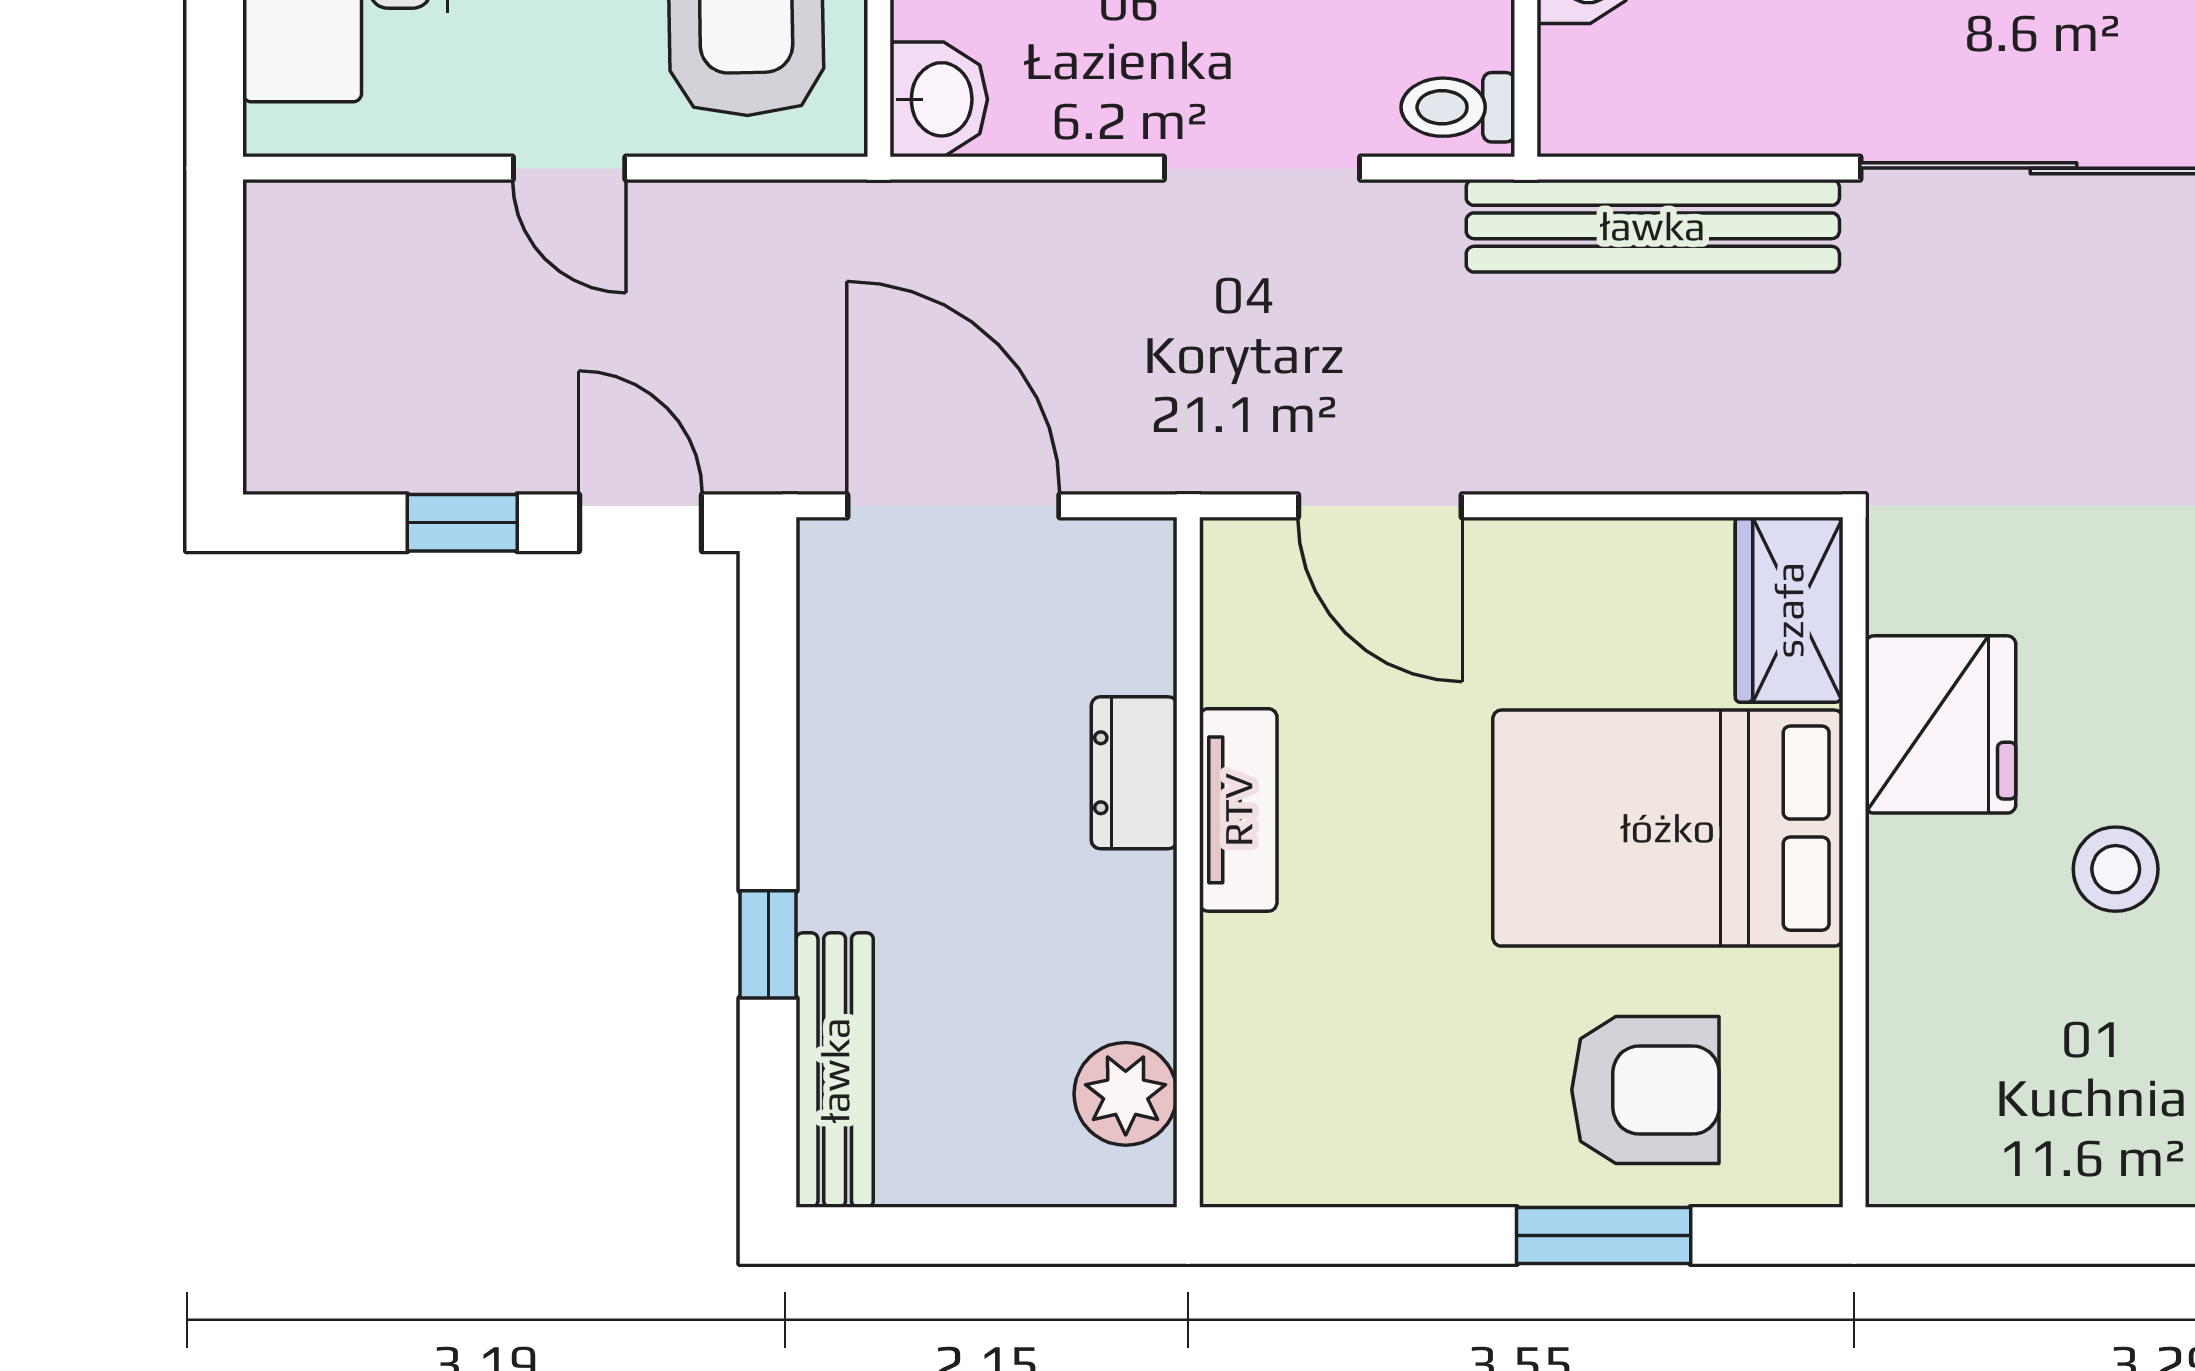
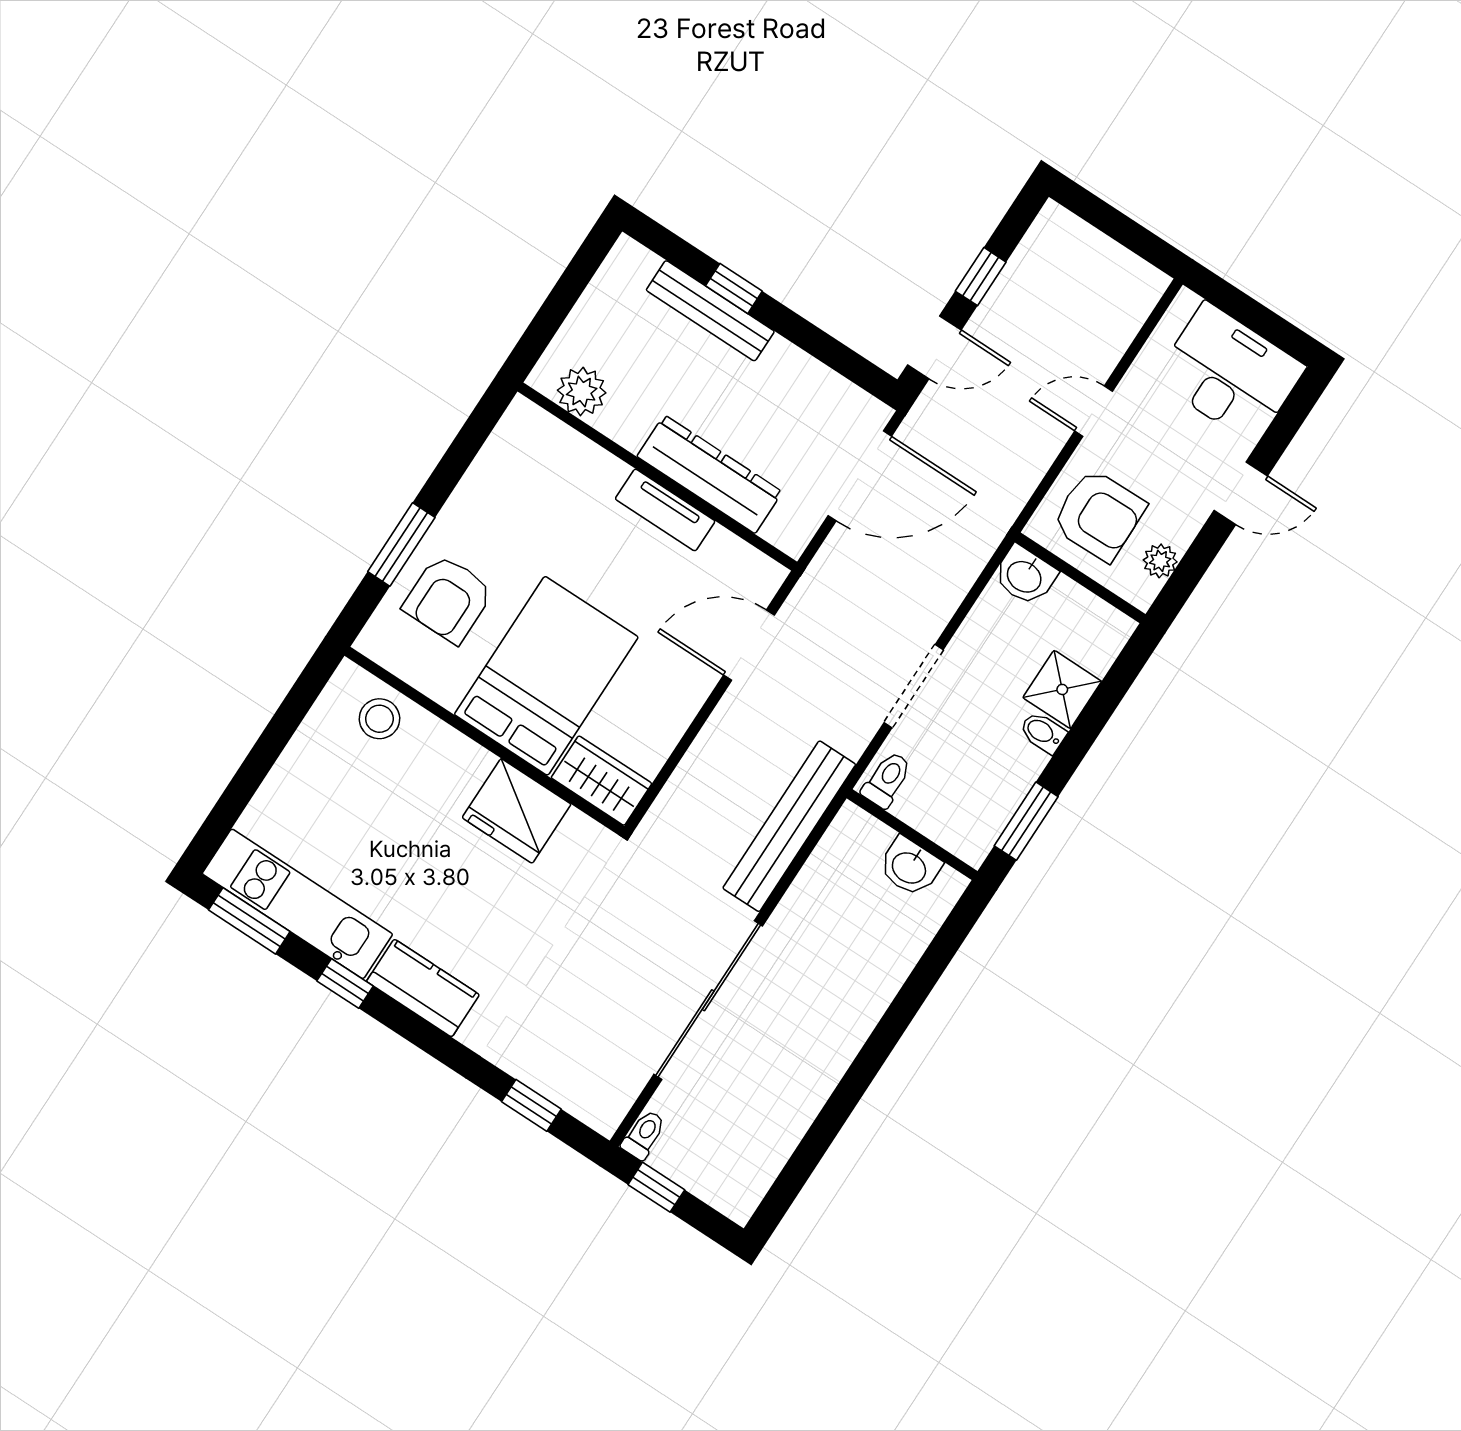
dresser: (1134, 773) -> (710, 474), width x1.96, depth x1.24
stool: (2116, 869) -> (379, 719), moved
bench: (835, 1070) -> (710, 311), moved

